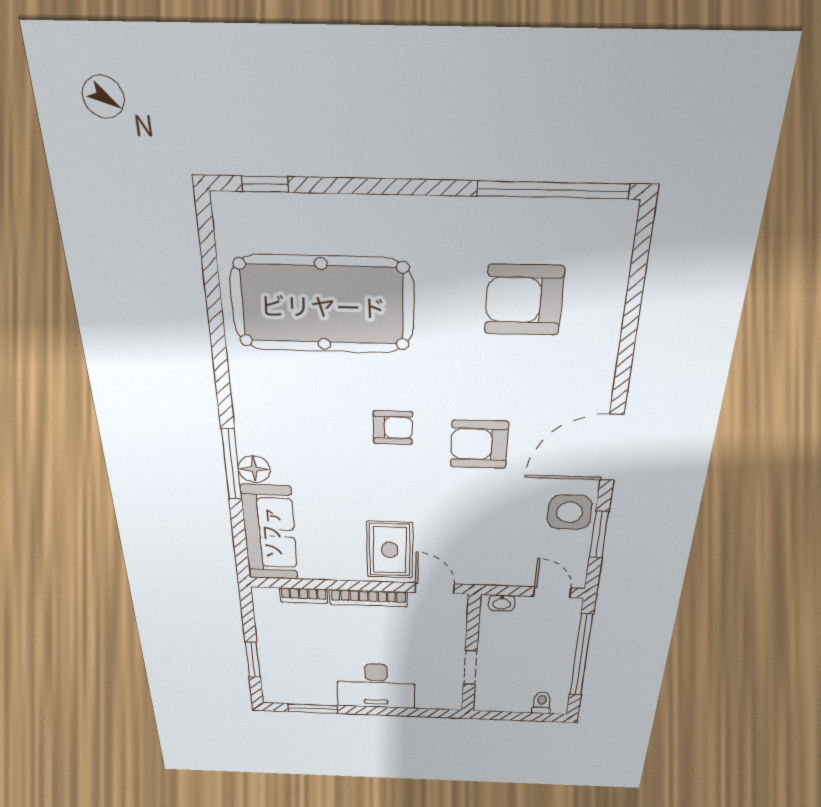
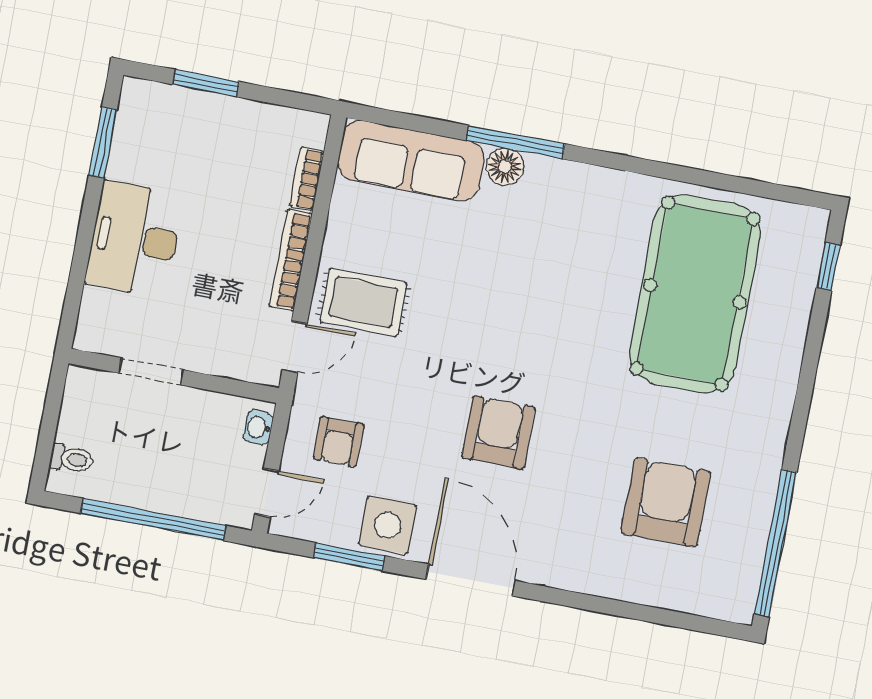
armchair: (393, 428) -> (338, 442), moved

